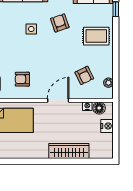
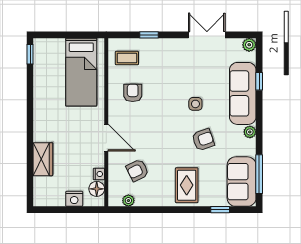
wardrobe: (69, 151) -> (43, 159), width x0.67

